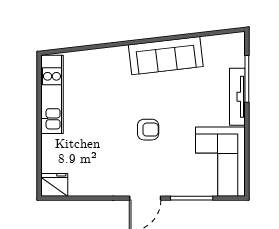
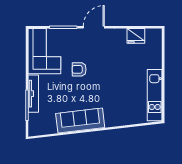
armchair: (148, 130) -> (79, 69), moved
fridge: (54, 185) -> (136, 36), moved

